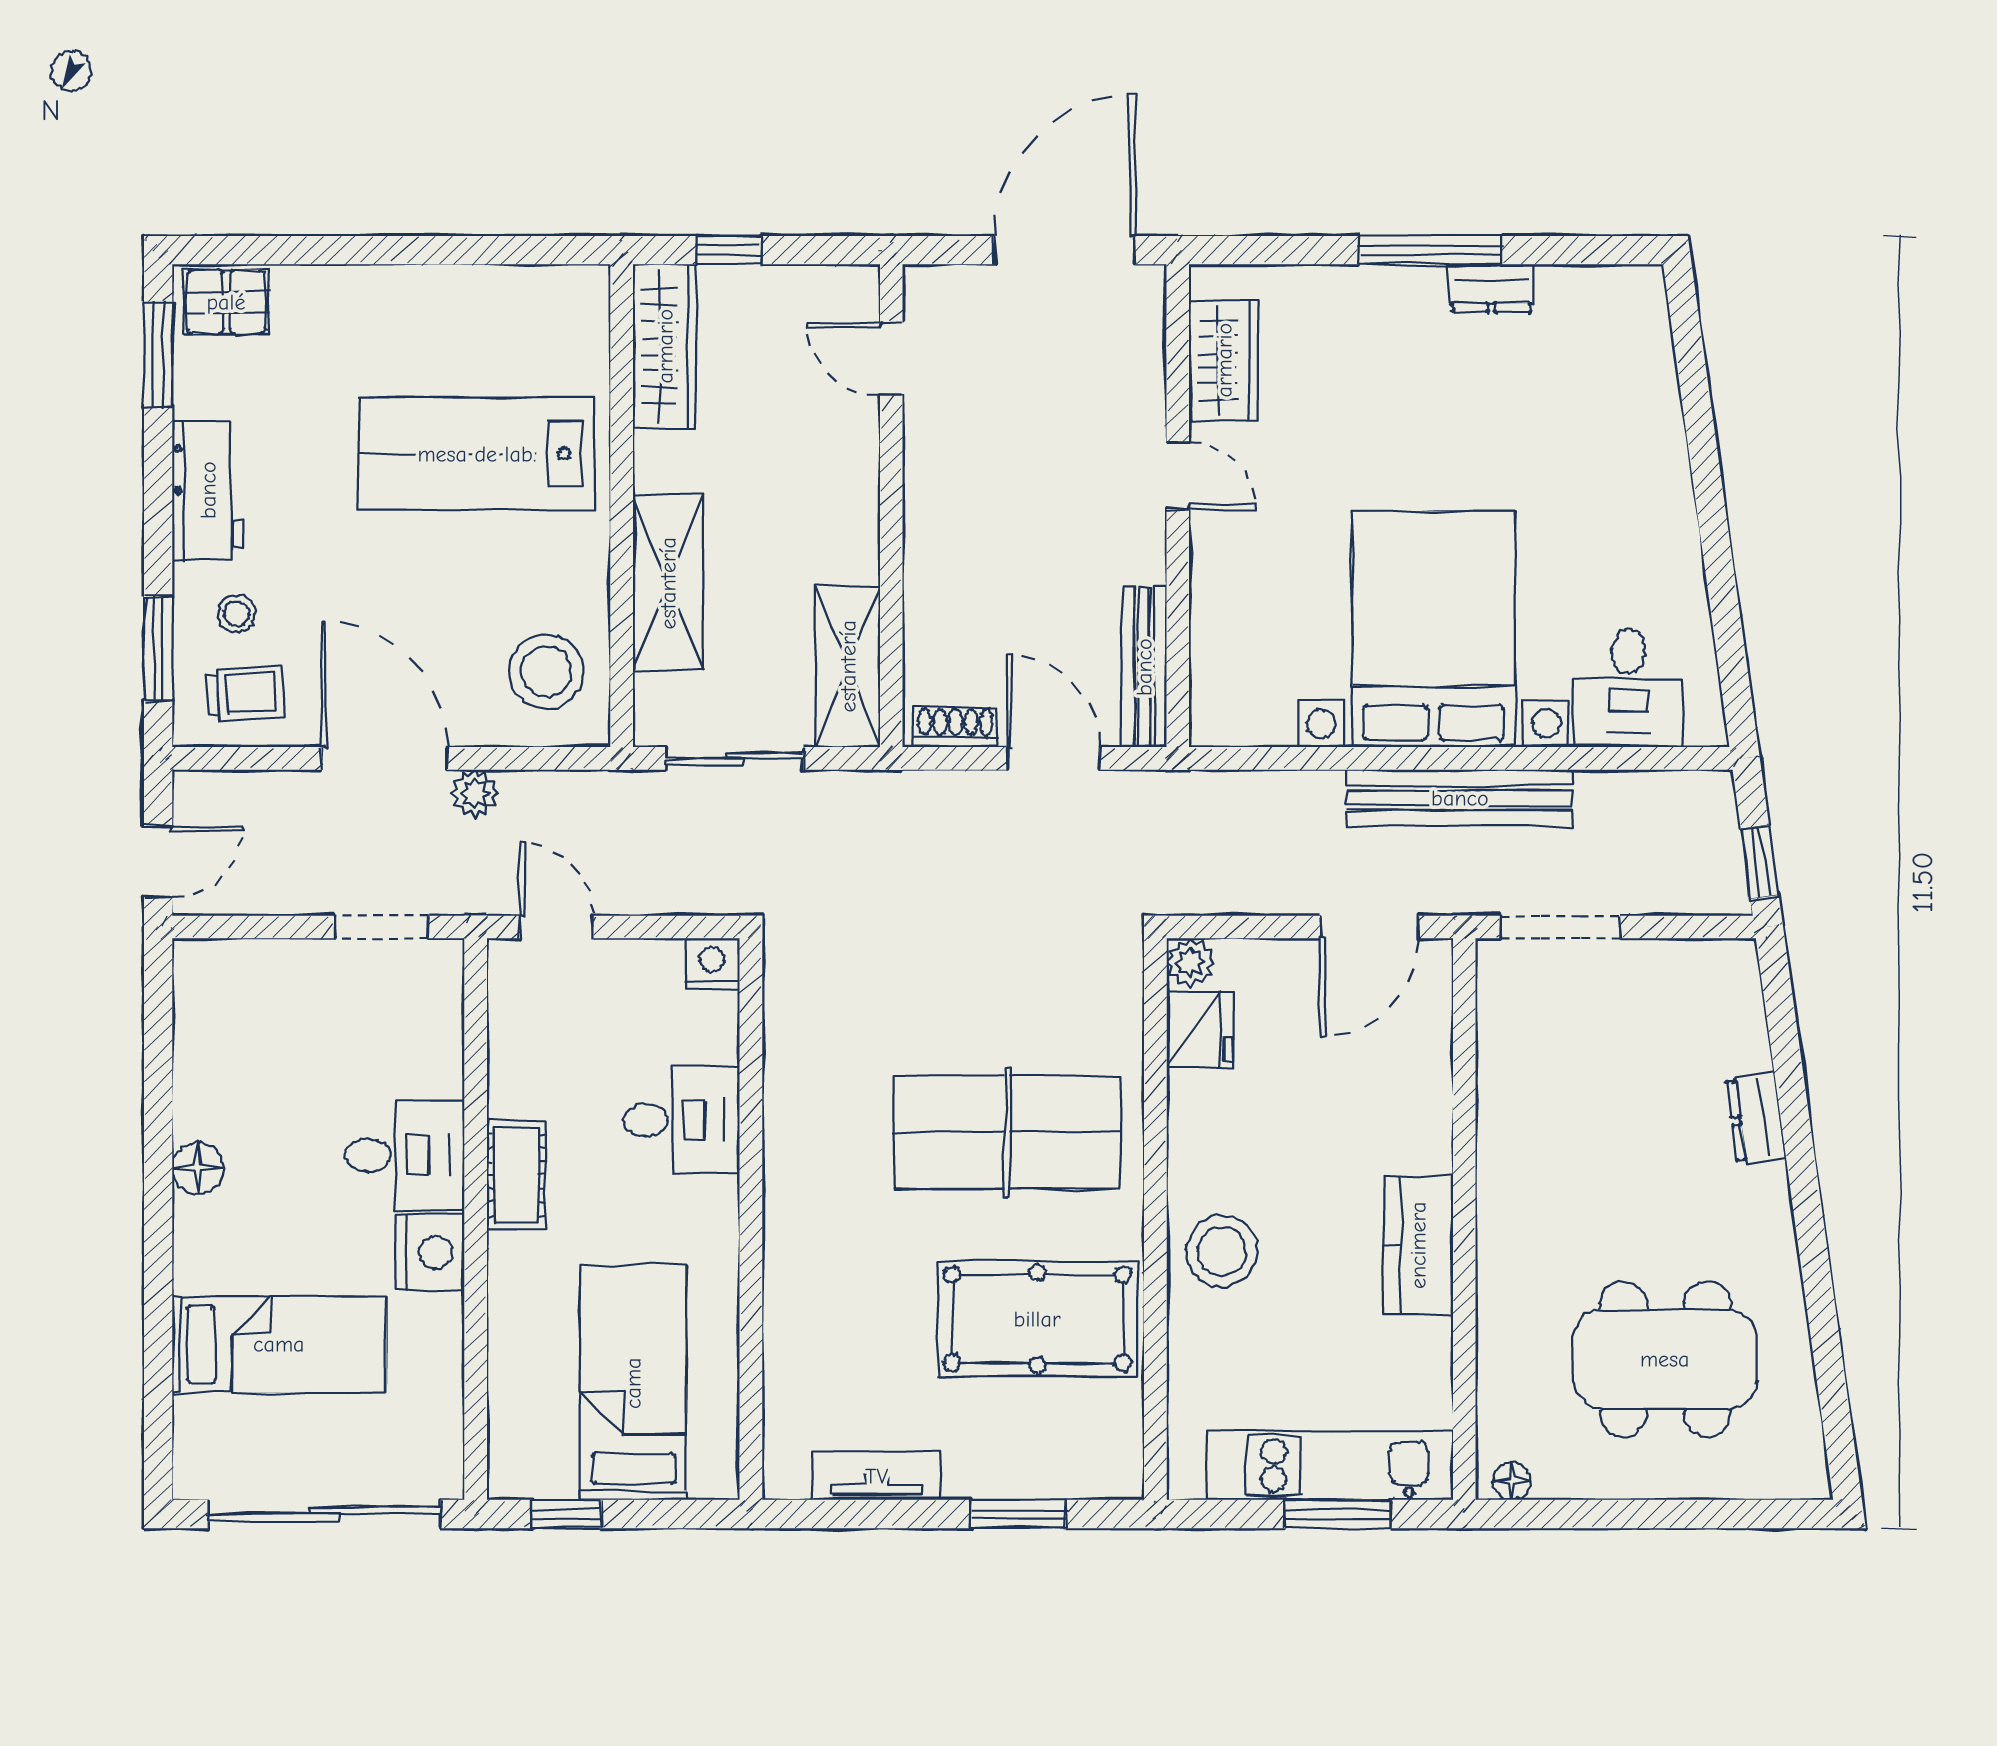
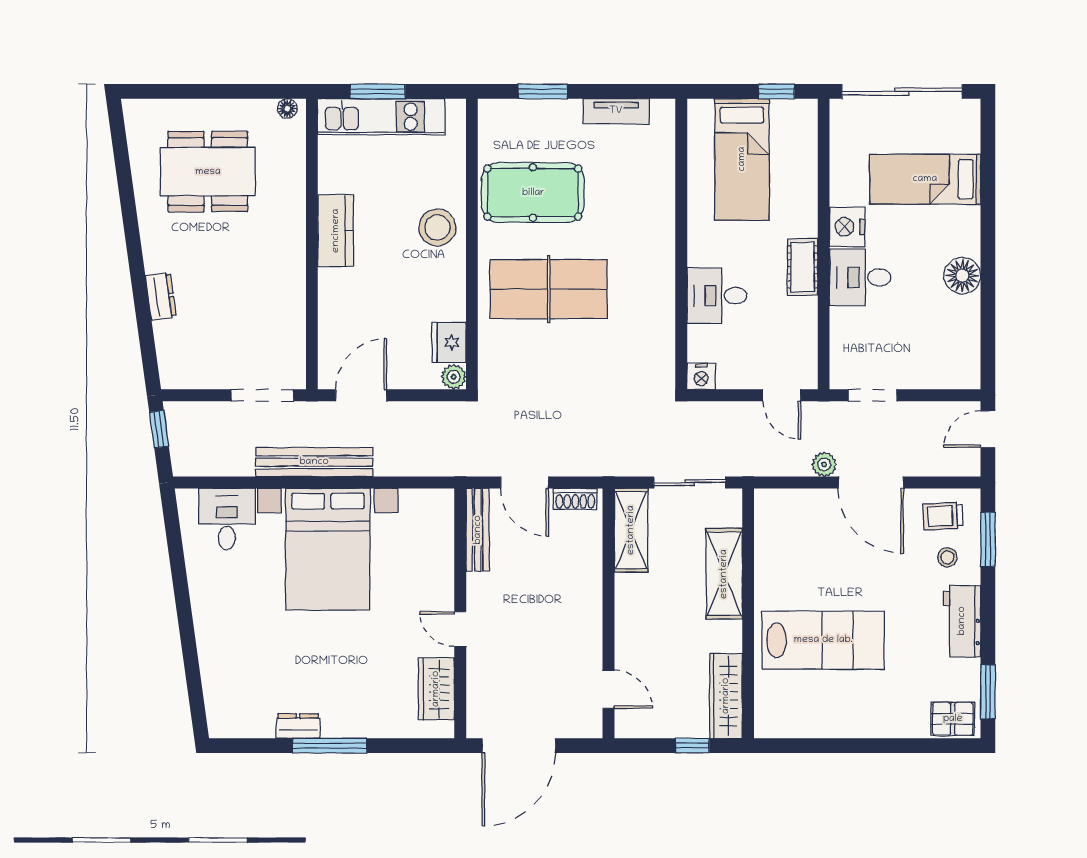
stool: (546, 671) -> (787, 528), removed
floor lamp: (198, 1168) -> (962, 276), width x1.38, depth x1.38

